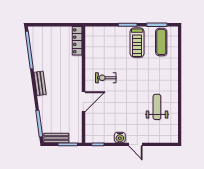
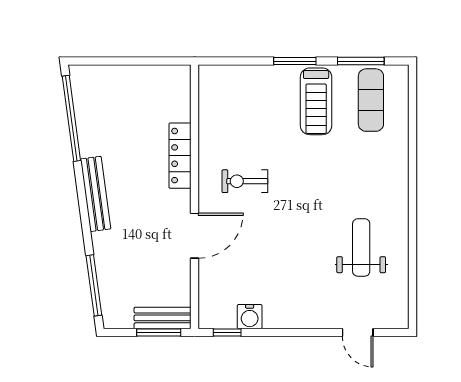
locker: (77, 41) -> (180, 156), moved
bench: (40, 83) -> (96, 194), width x1.36
water cooler: (120, 137) -> (250, 317), moved
bench: (56, 138) -> (163, 318), moved
door: (135, 144) -> (358, 332), moved

